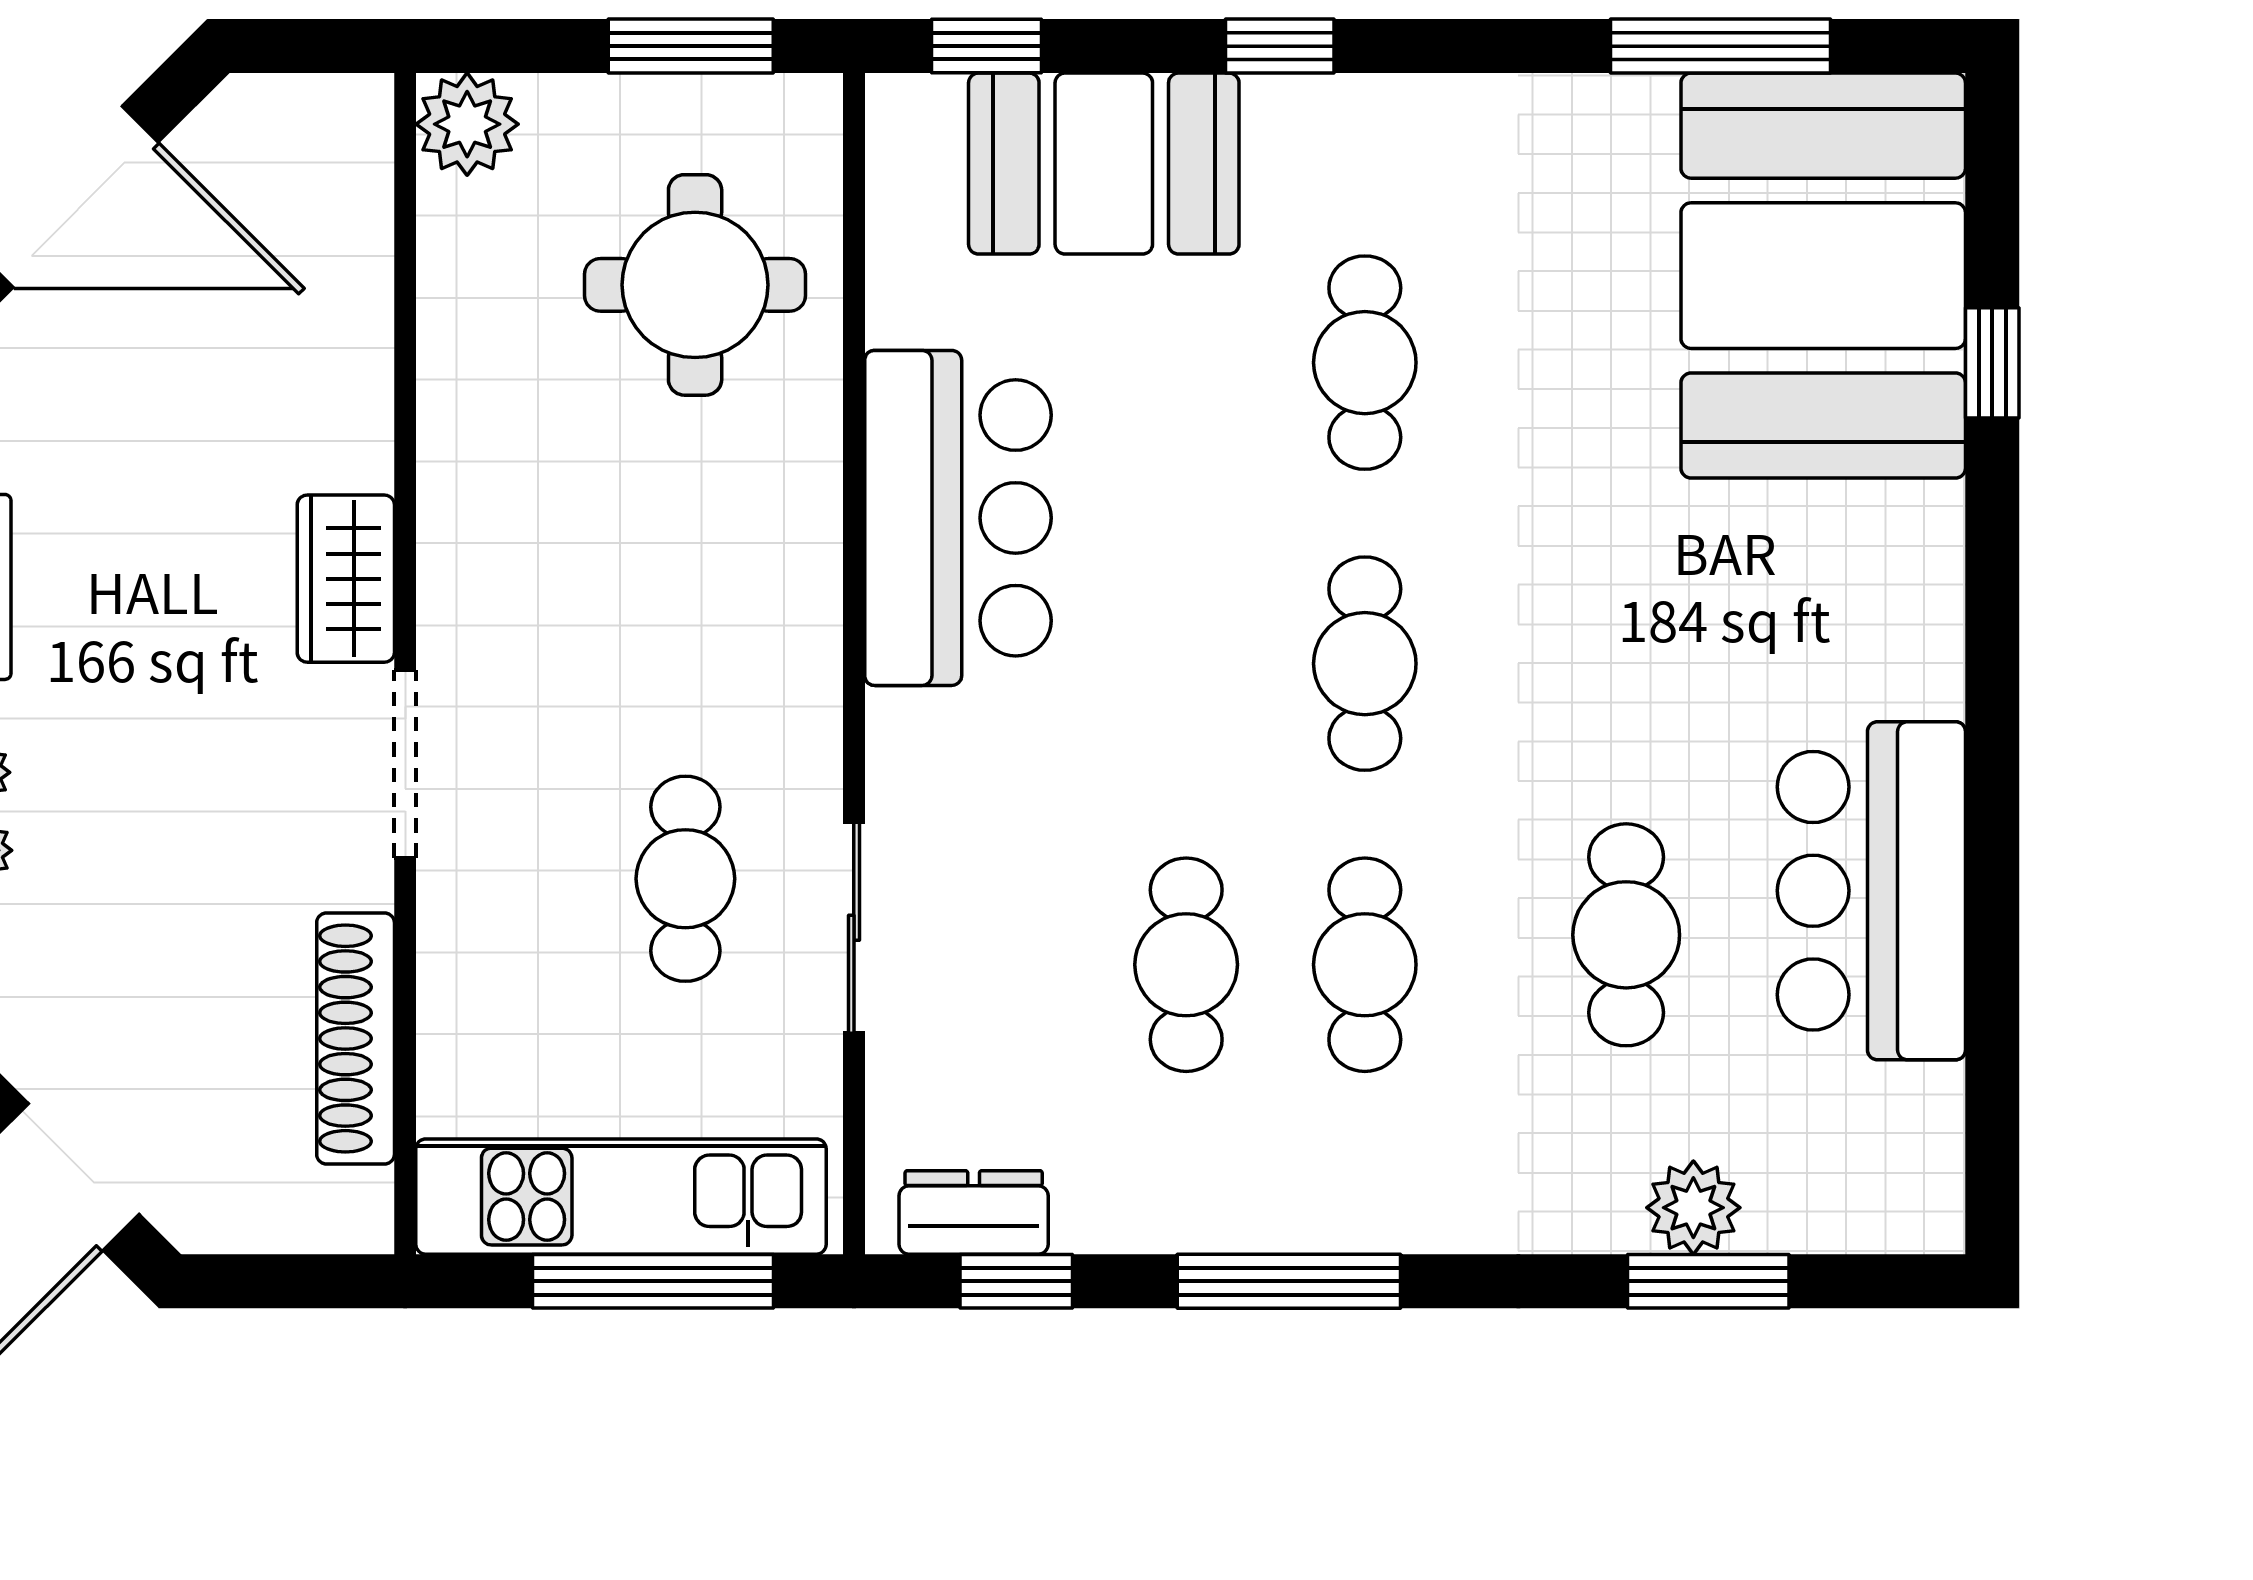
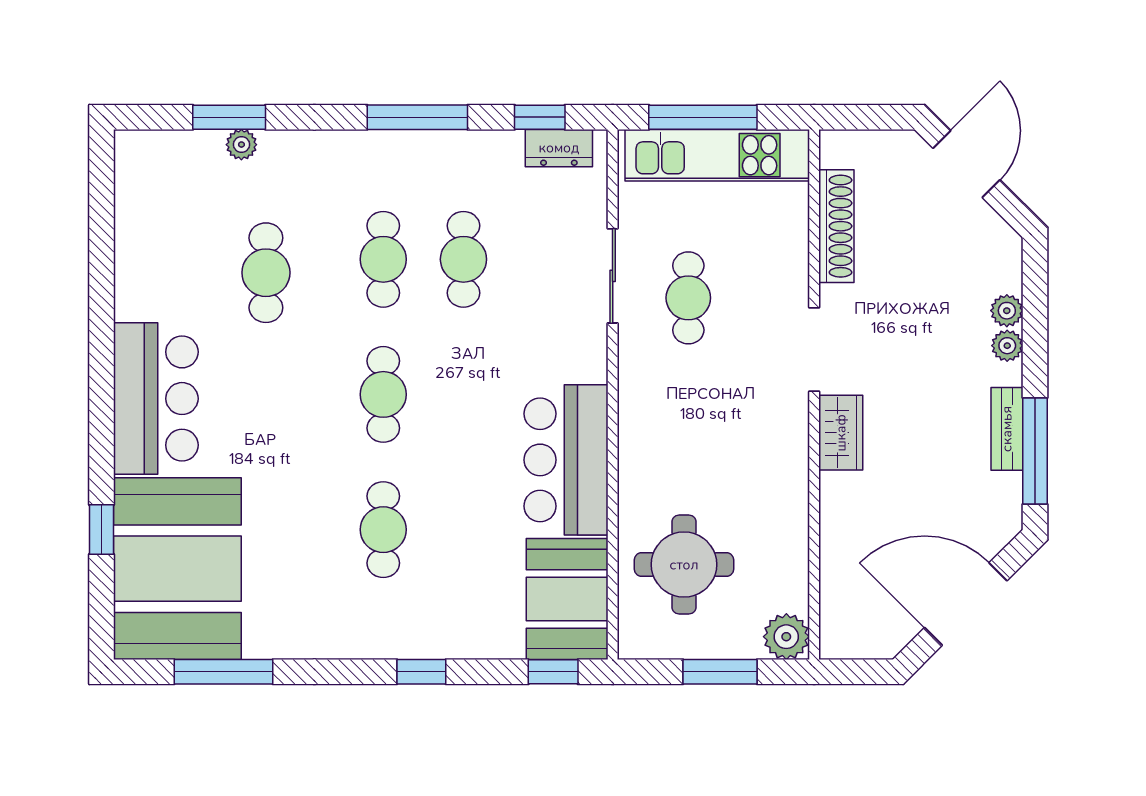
window: (691, 46) -> (720, 672), moved
booth: (1104, 164) -> (567, 599), moved, turned 90
bar counter: (1871, 891) -> (156, 399), moved
plant: (1693, 1208) -> (241, 145), width x0.73, depth x0.73

